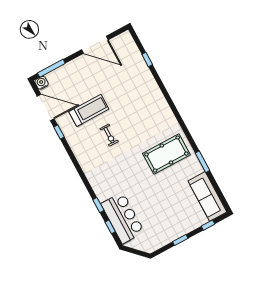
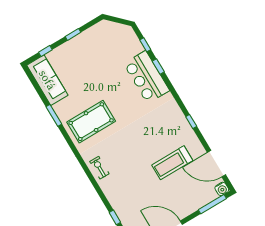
window: (59, 132) -> (191, 122), moved
exercise bike: (109, 135) -> (99, 168), moved
bar counter: (123, 218) -> (147, 77), moved

